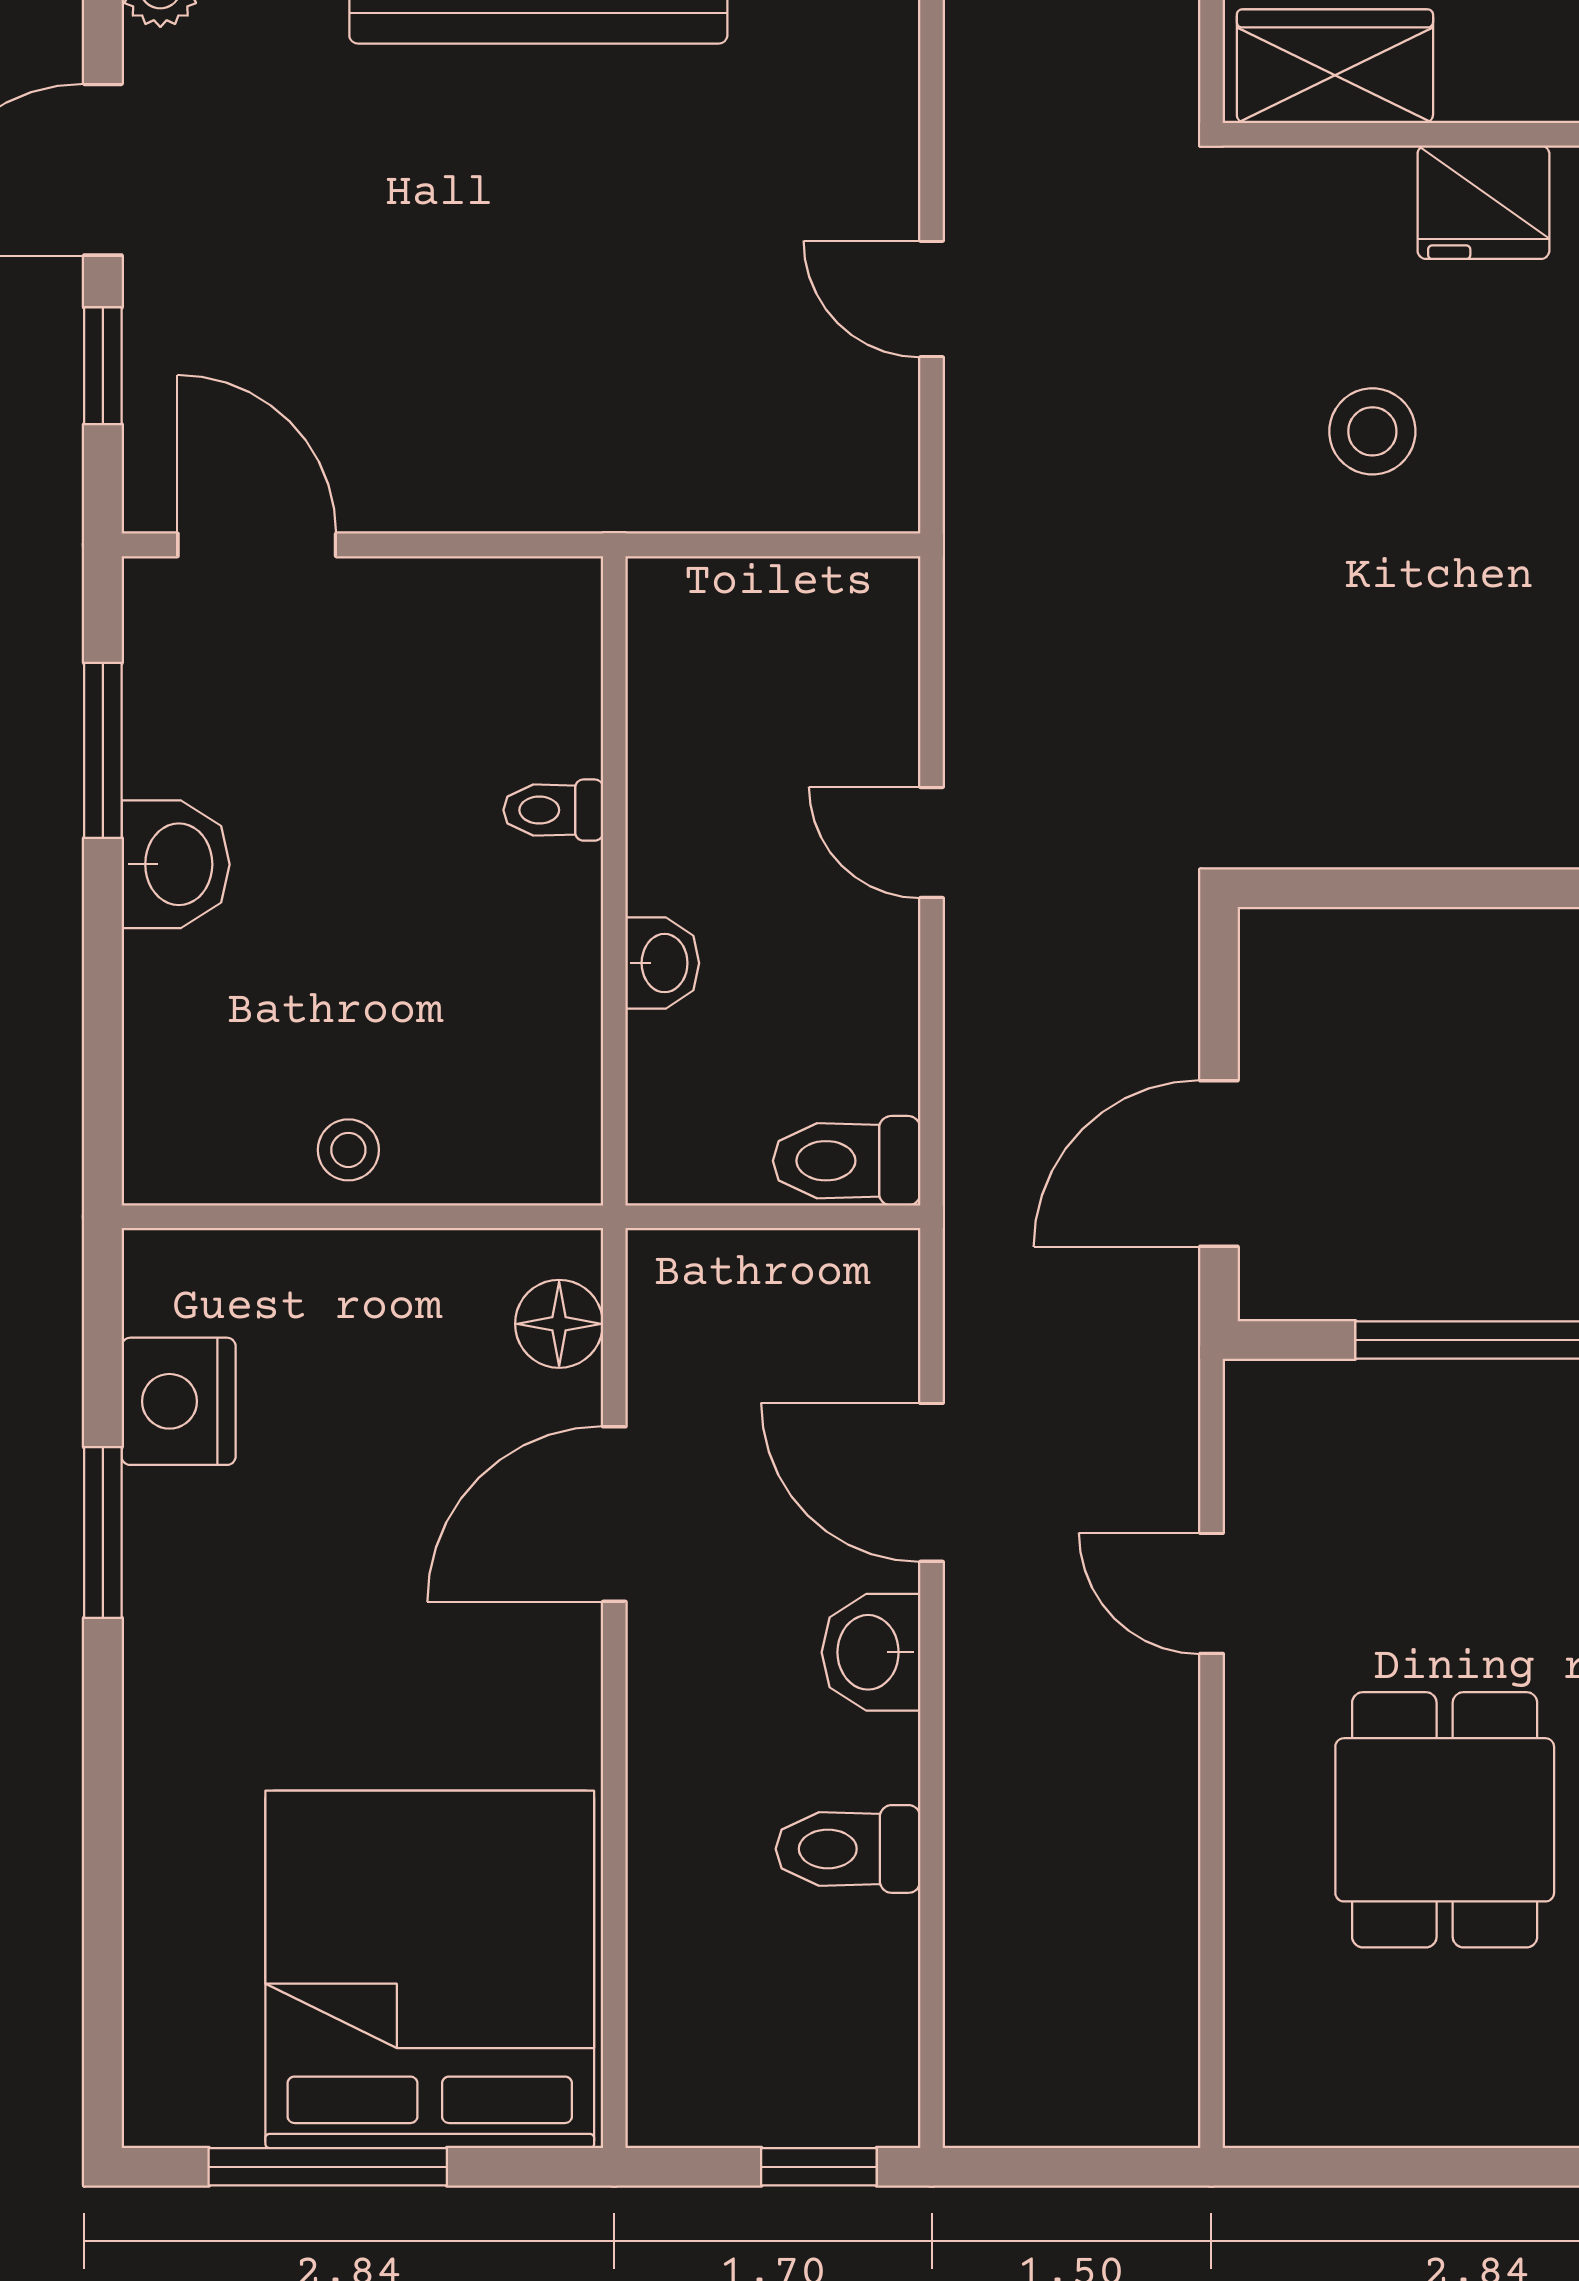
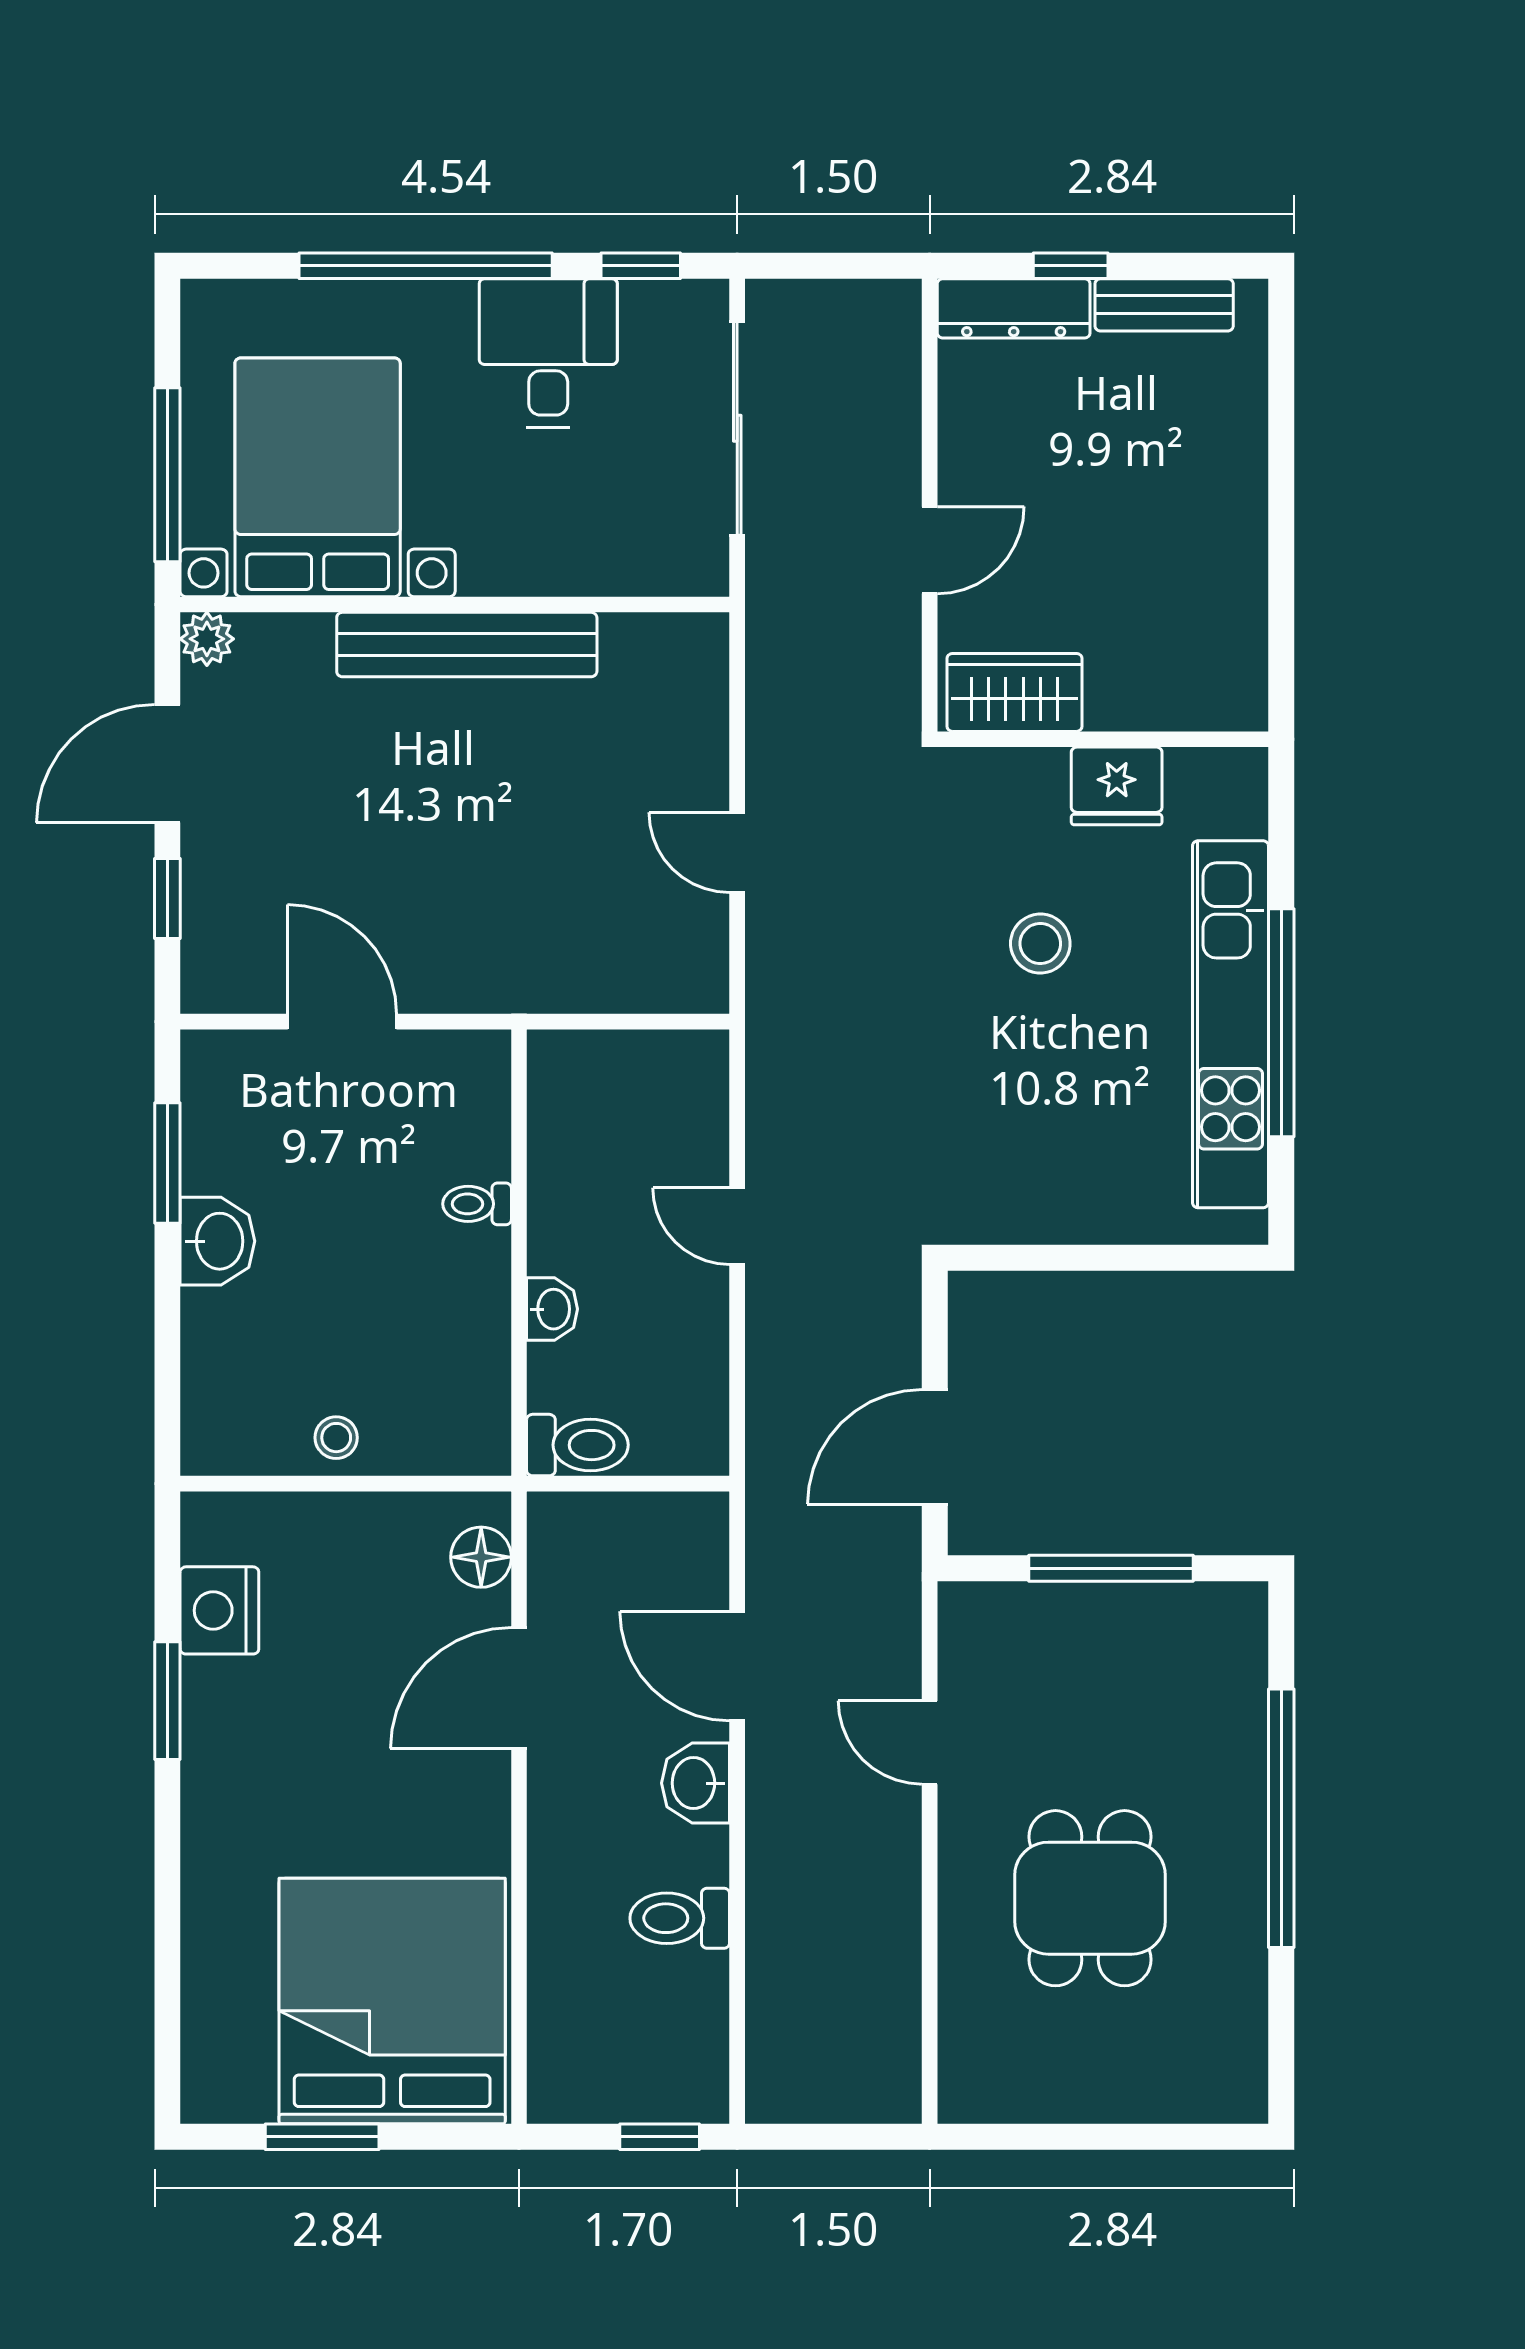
door: (257, 545) -> (342, 1022), moved
toilet: (847, 1161) -> (577, 1445), moved, turned 180
window: (328, 2167) -> (322, 2137), width x0.69

